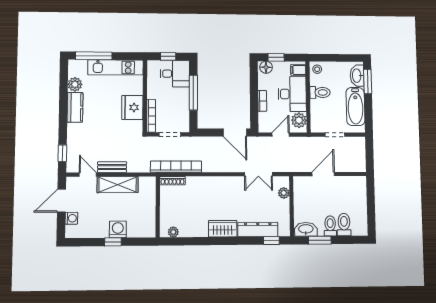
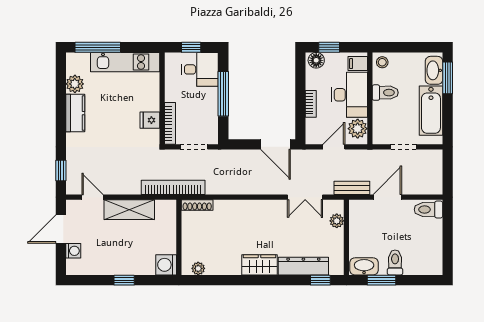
fridge: (132, 107) -> (150, 120), width x0.53, depth x0.75
bench: (112, 167) -> (352, 188), moved
bookcase: (176, 167) -> (173, 187), moved
toilet: (344, 225) -> (428, 209), moved, turned -90
washing machine: (118, 229) -> (166, 265), moved, turned -90

